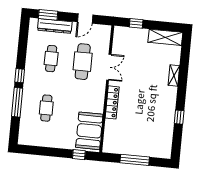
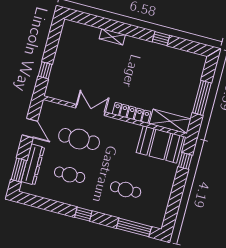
shelving: (165, 37) -> (170, 121), moved, turned 90
window: (17, 102) -> (134, 227), moved

